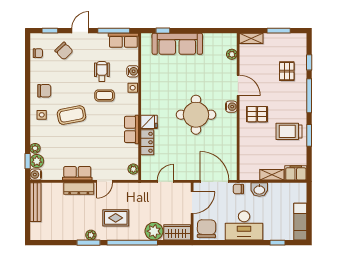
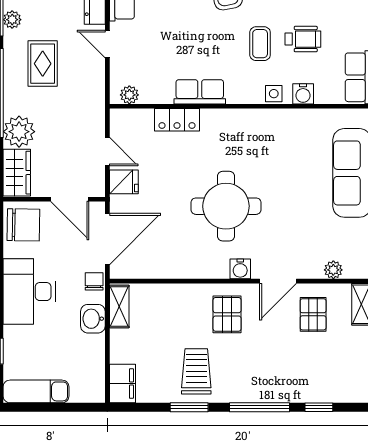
pallet: (287, 71) -> (313, 314), moved, turned 90
fridge: (149, 122) -> (124, 182), moved, turned -90
shelving: (272, 175) -> (119, 306), moved

